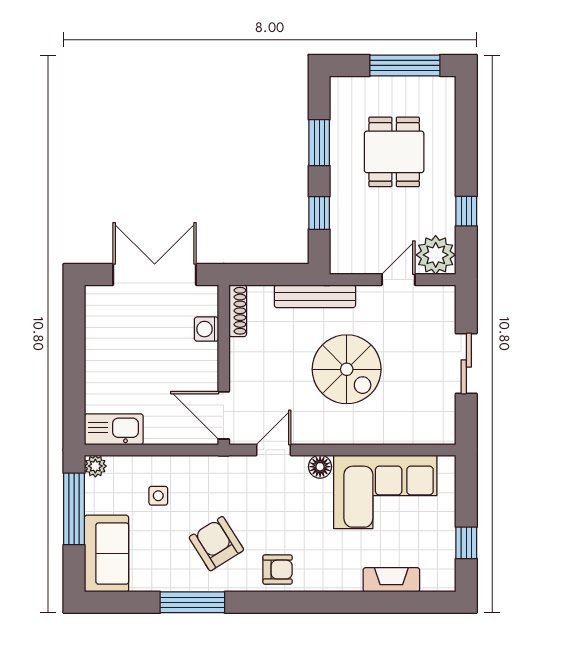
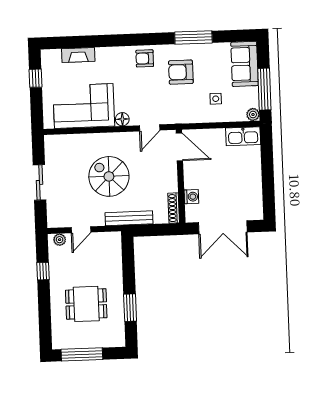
dining table: (394, 152) -> (86, 304), turned 90
window: (319, 213) -> (128, 267), removed
plant: (436, 255) -> (60, 240), width x0.53, depth x0.53
armchair: (216, 544) -> (181, 72), turned 122

